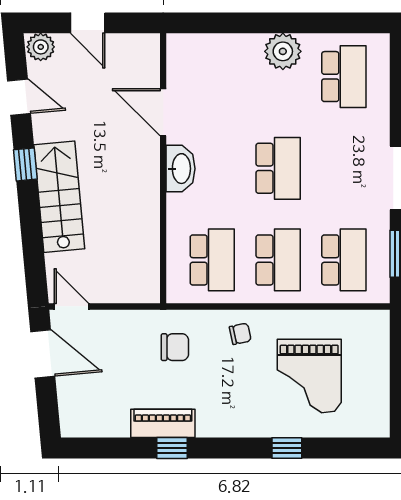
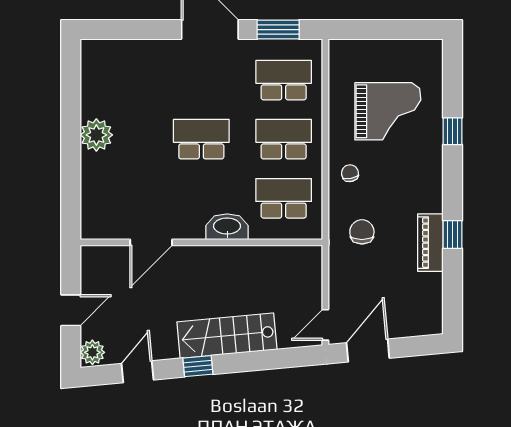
school desk: (344, 77) -> (119, 80), removed
washbasin: (181, 169) -> (227, 227), moved

